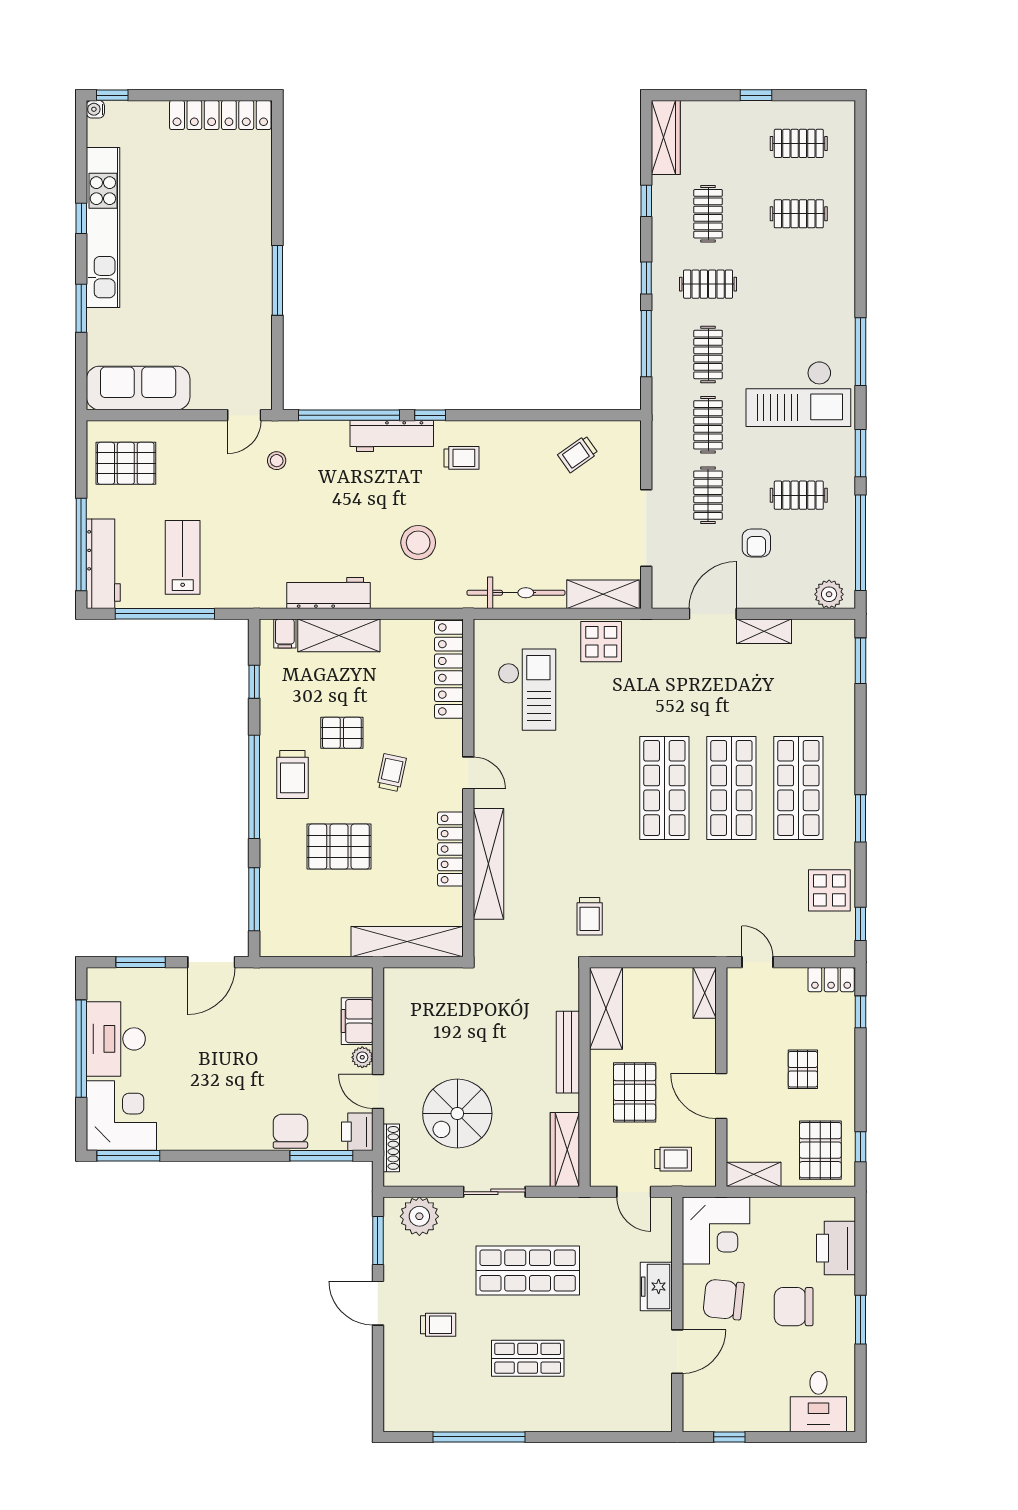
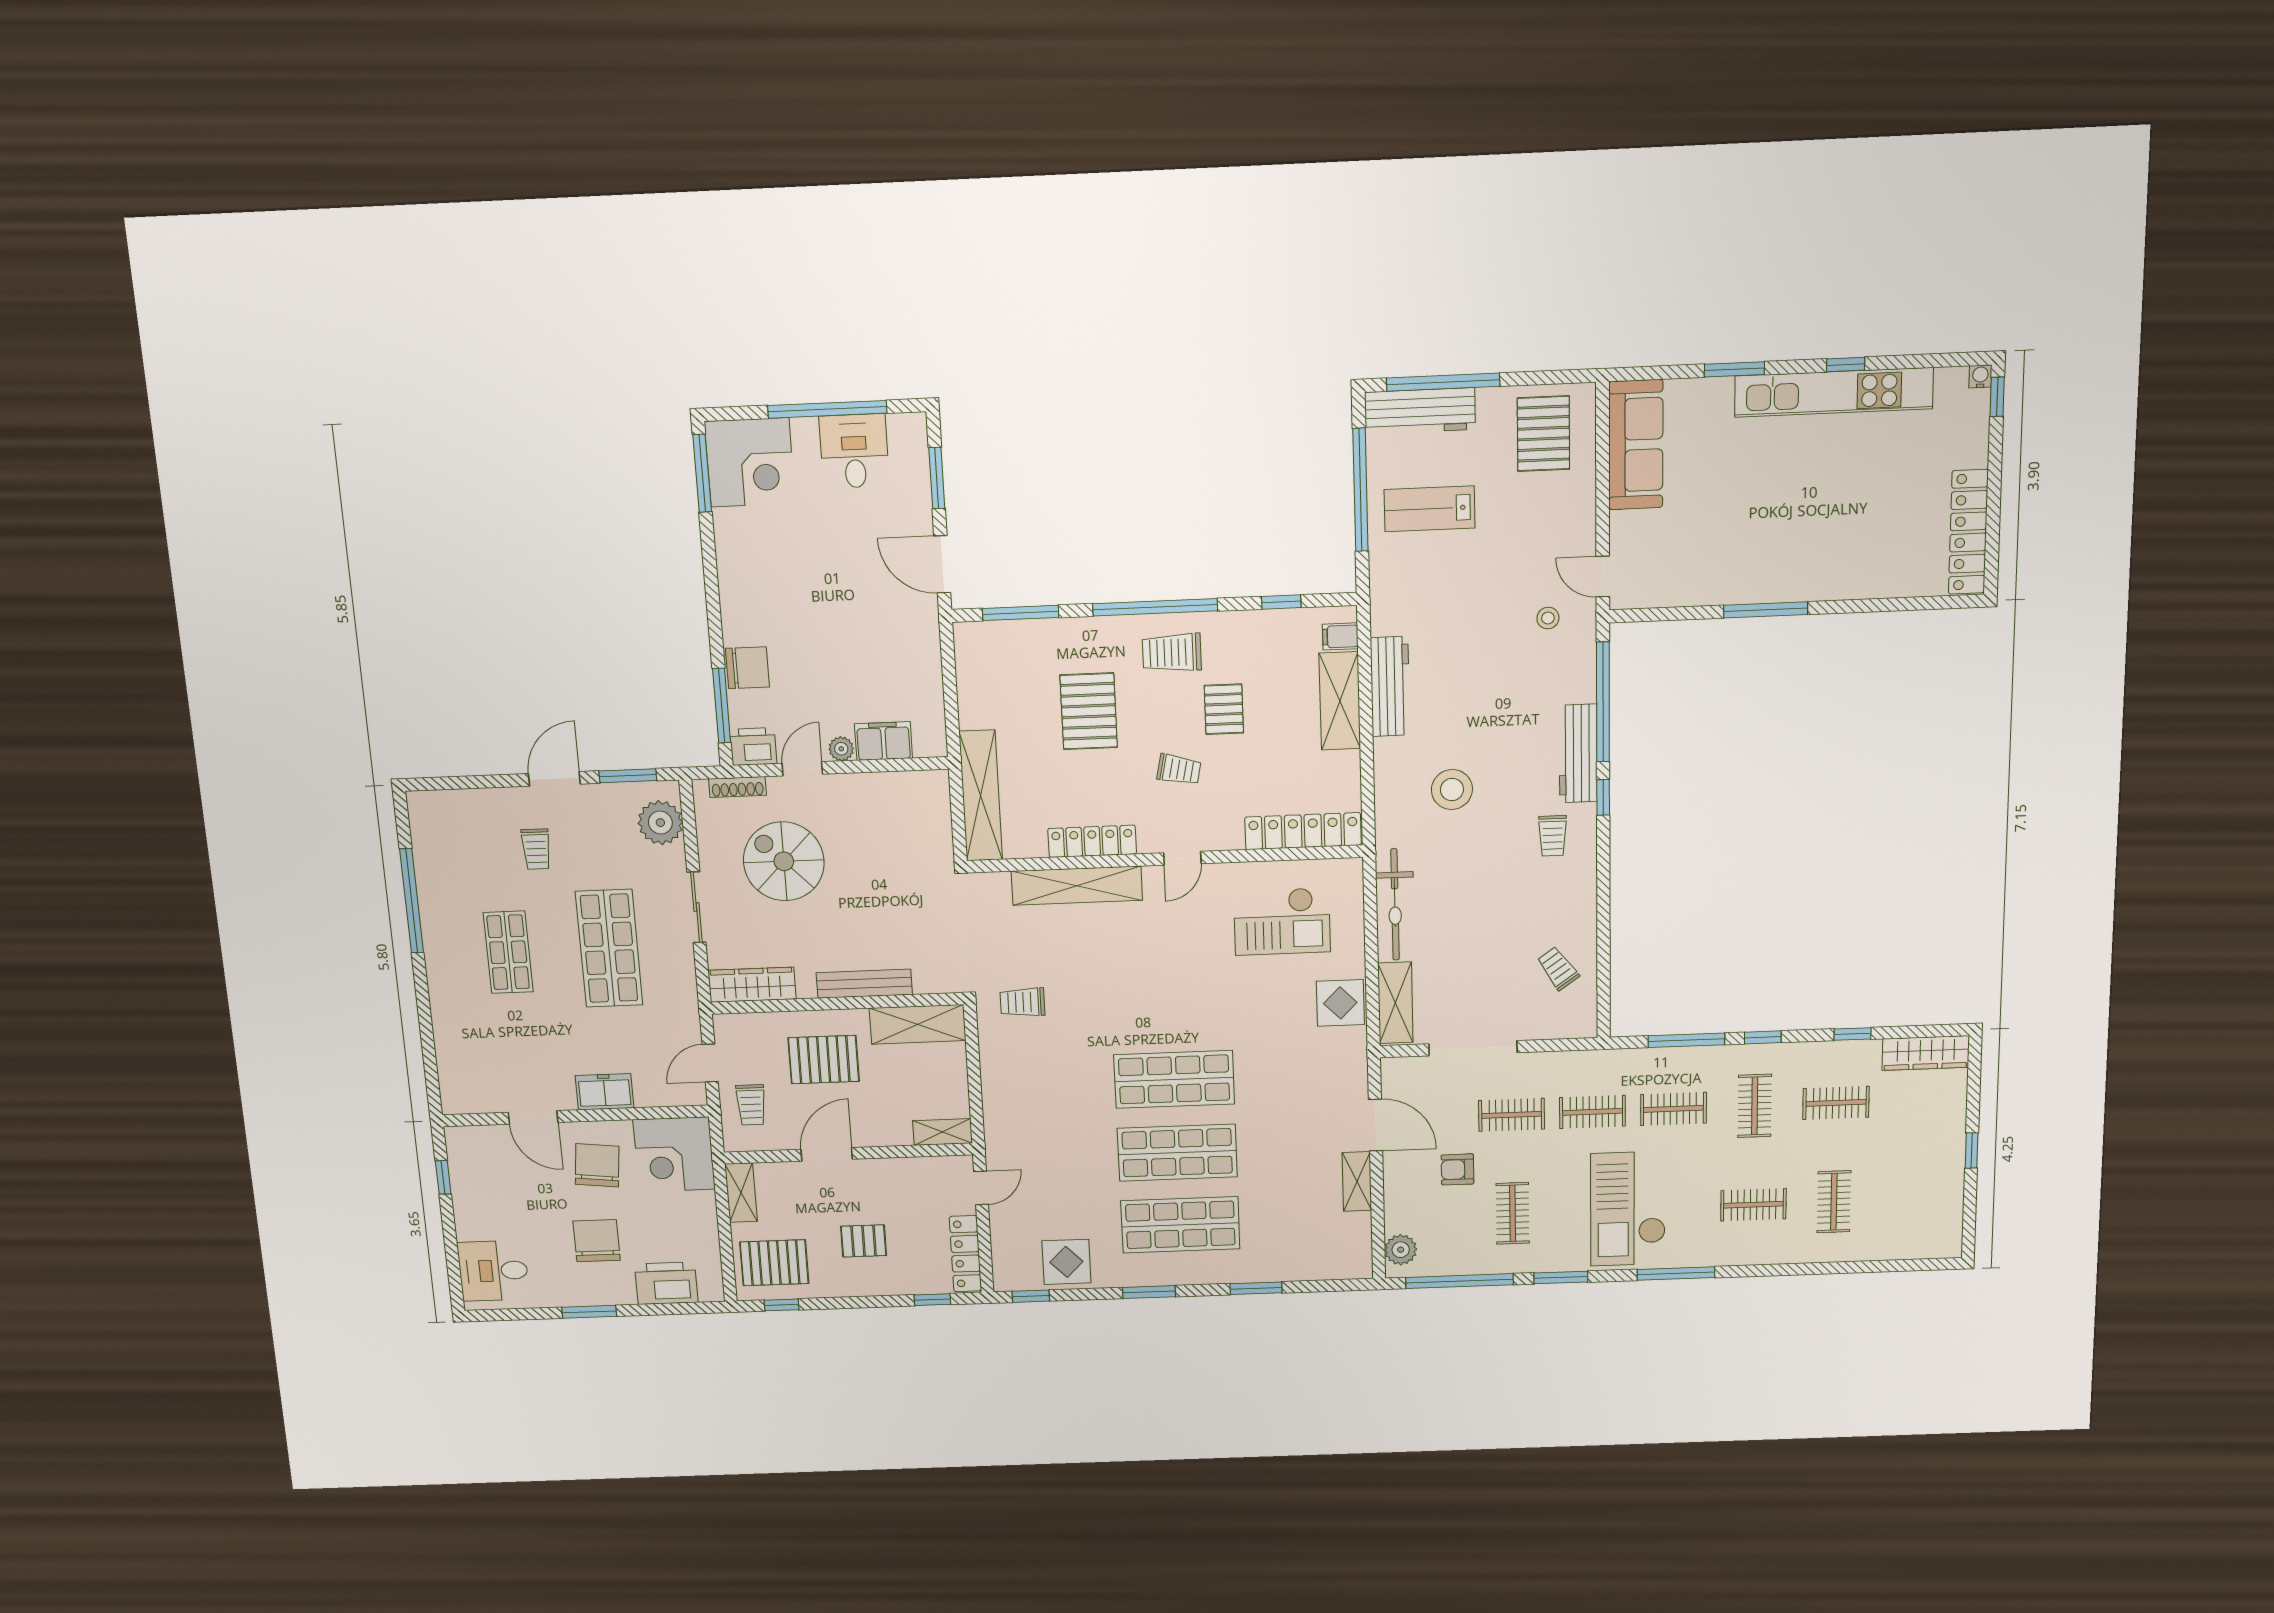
clothes rail: (799, 143) -> (1753, 1205), moved, turned 90
lab bench: (183, 557) -> (1429, 509), turned 180
window: (861, 661) -> (1256, 1288), moved
locker: (831, 980) -> (965, 1254), width x1.53
desk: (116, 1039) -> (854, 451), width x0.73

